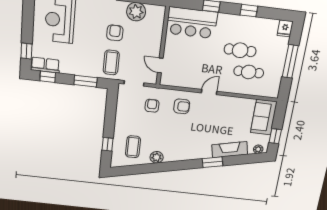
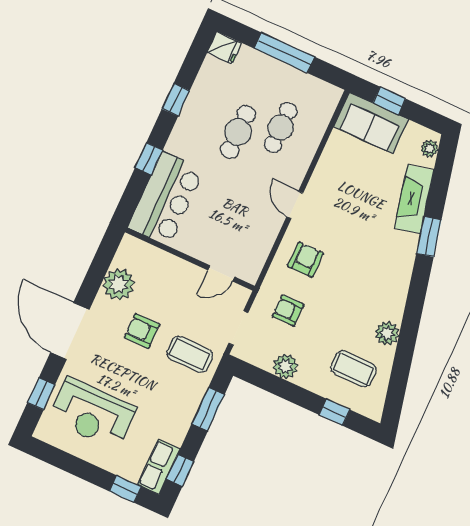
plant: (122, 113) -> (285, 366), added
window: (275, 136) -> (389, 101), moved

